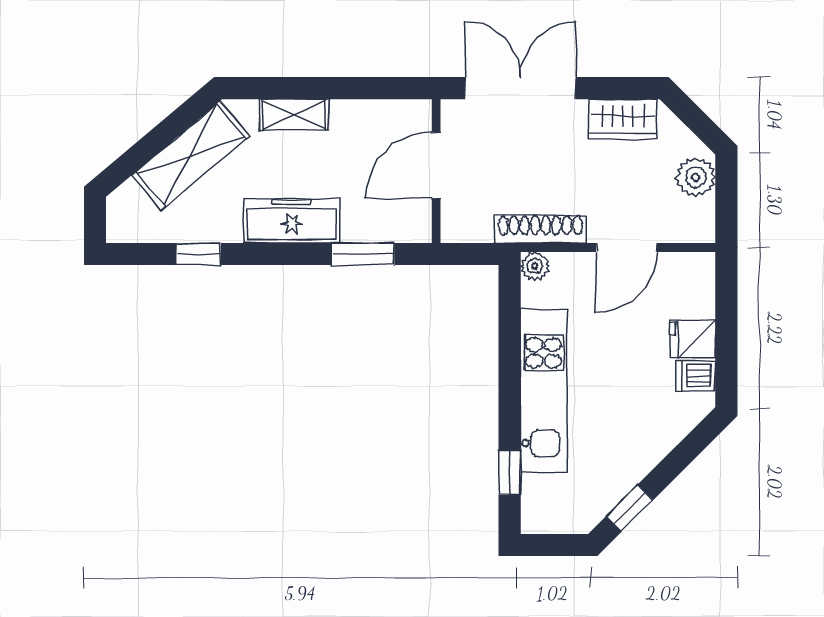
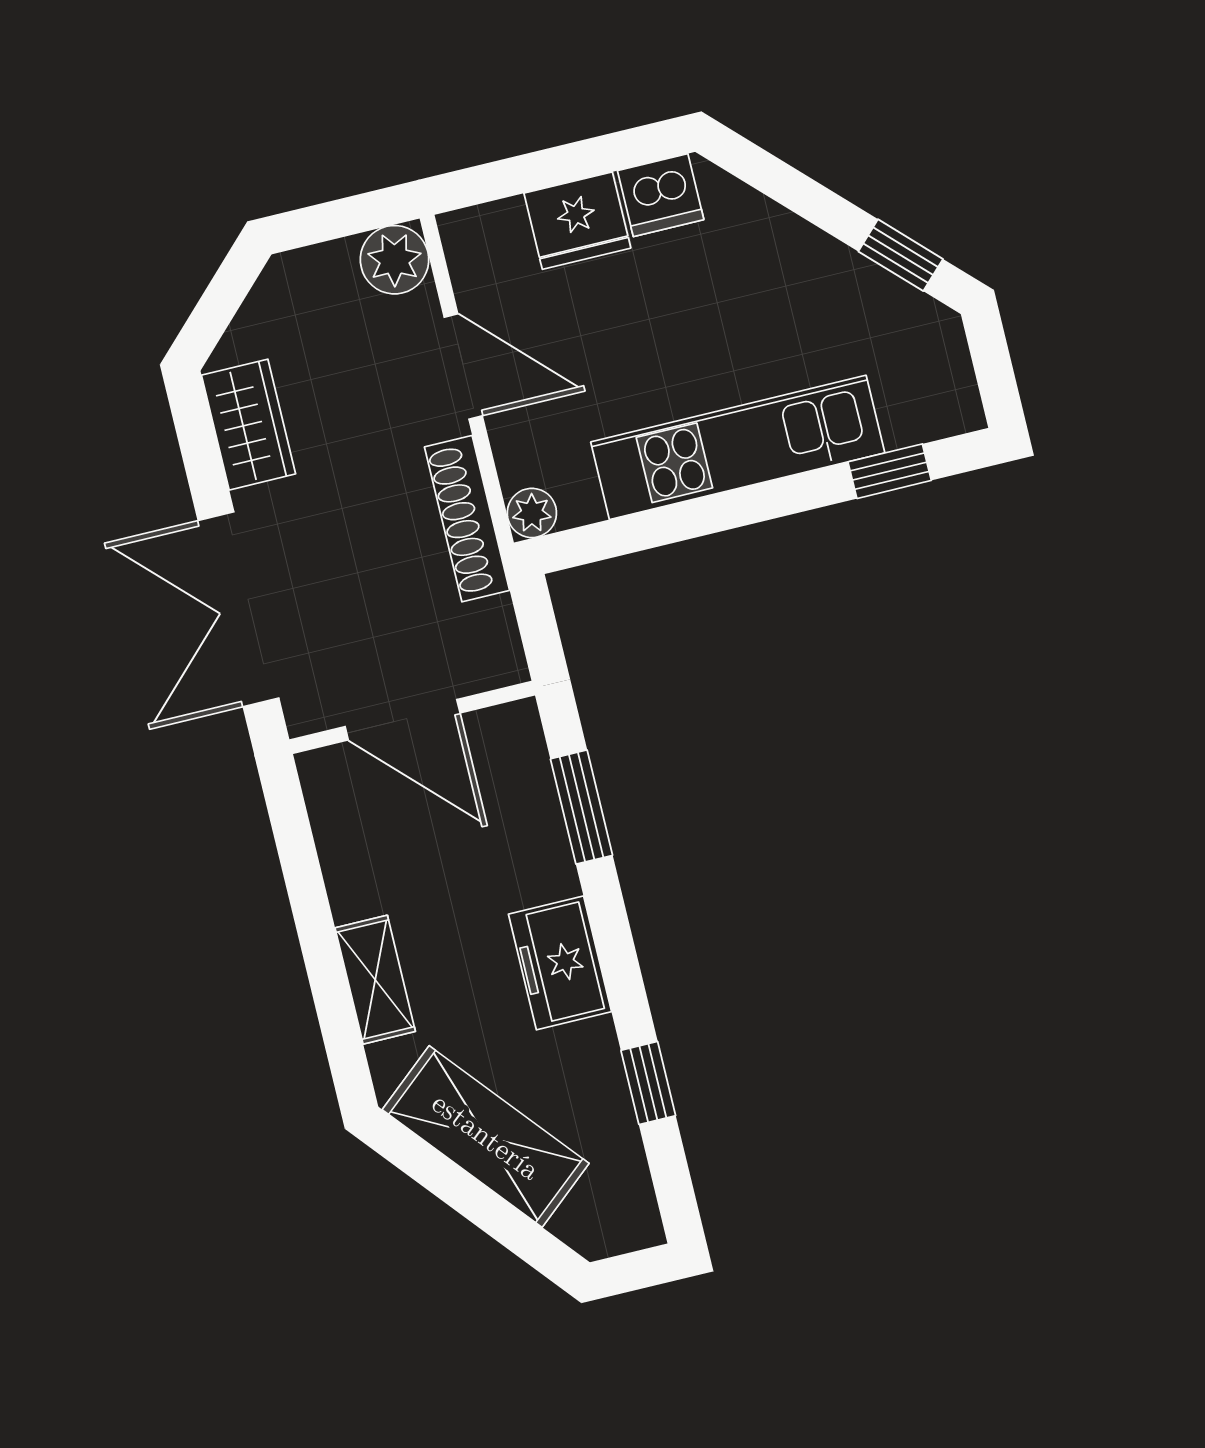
plant: (696, 177) -> (395, 260), moved
freezer: (292, 221) -> (560, 963), width x0.71
fridge: (693, 339) -> (577, 221), width x1.38
dishwasher: (696, 376) -> (661, 195), width x1.38

